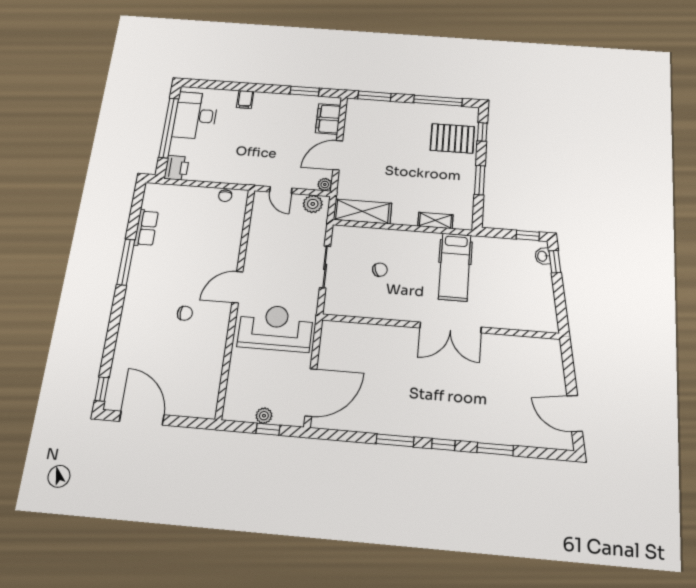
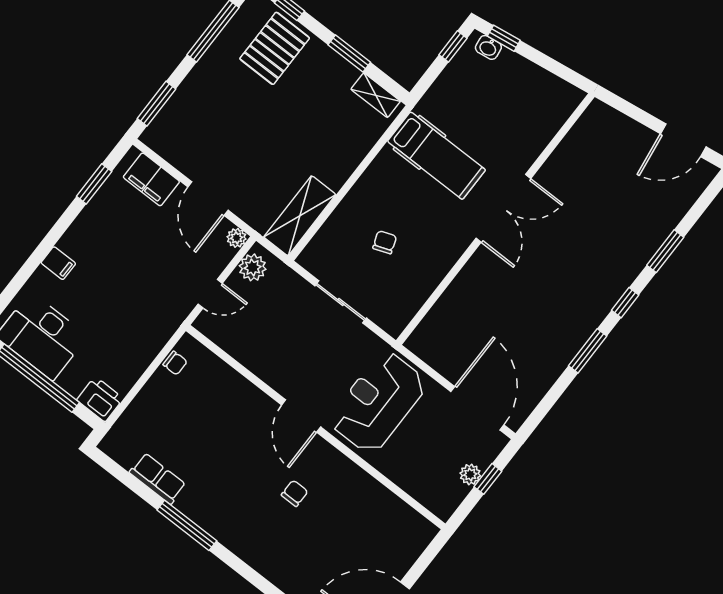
shelving: (435, 220) -> (376, 95), moved, turned 90

